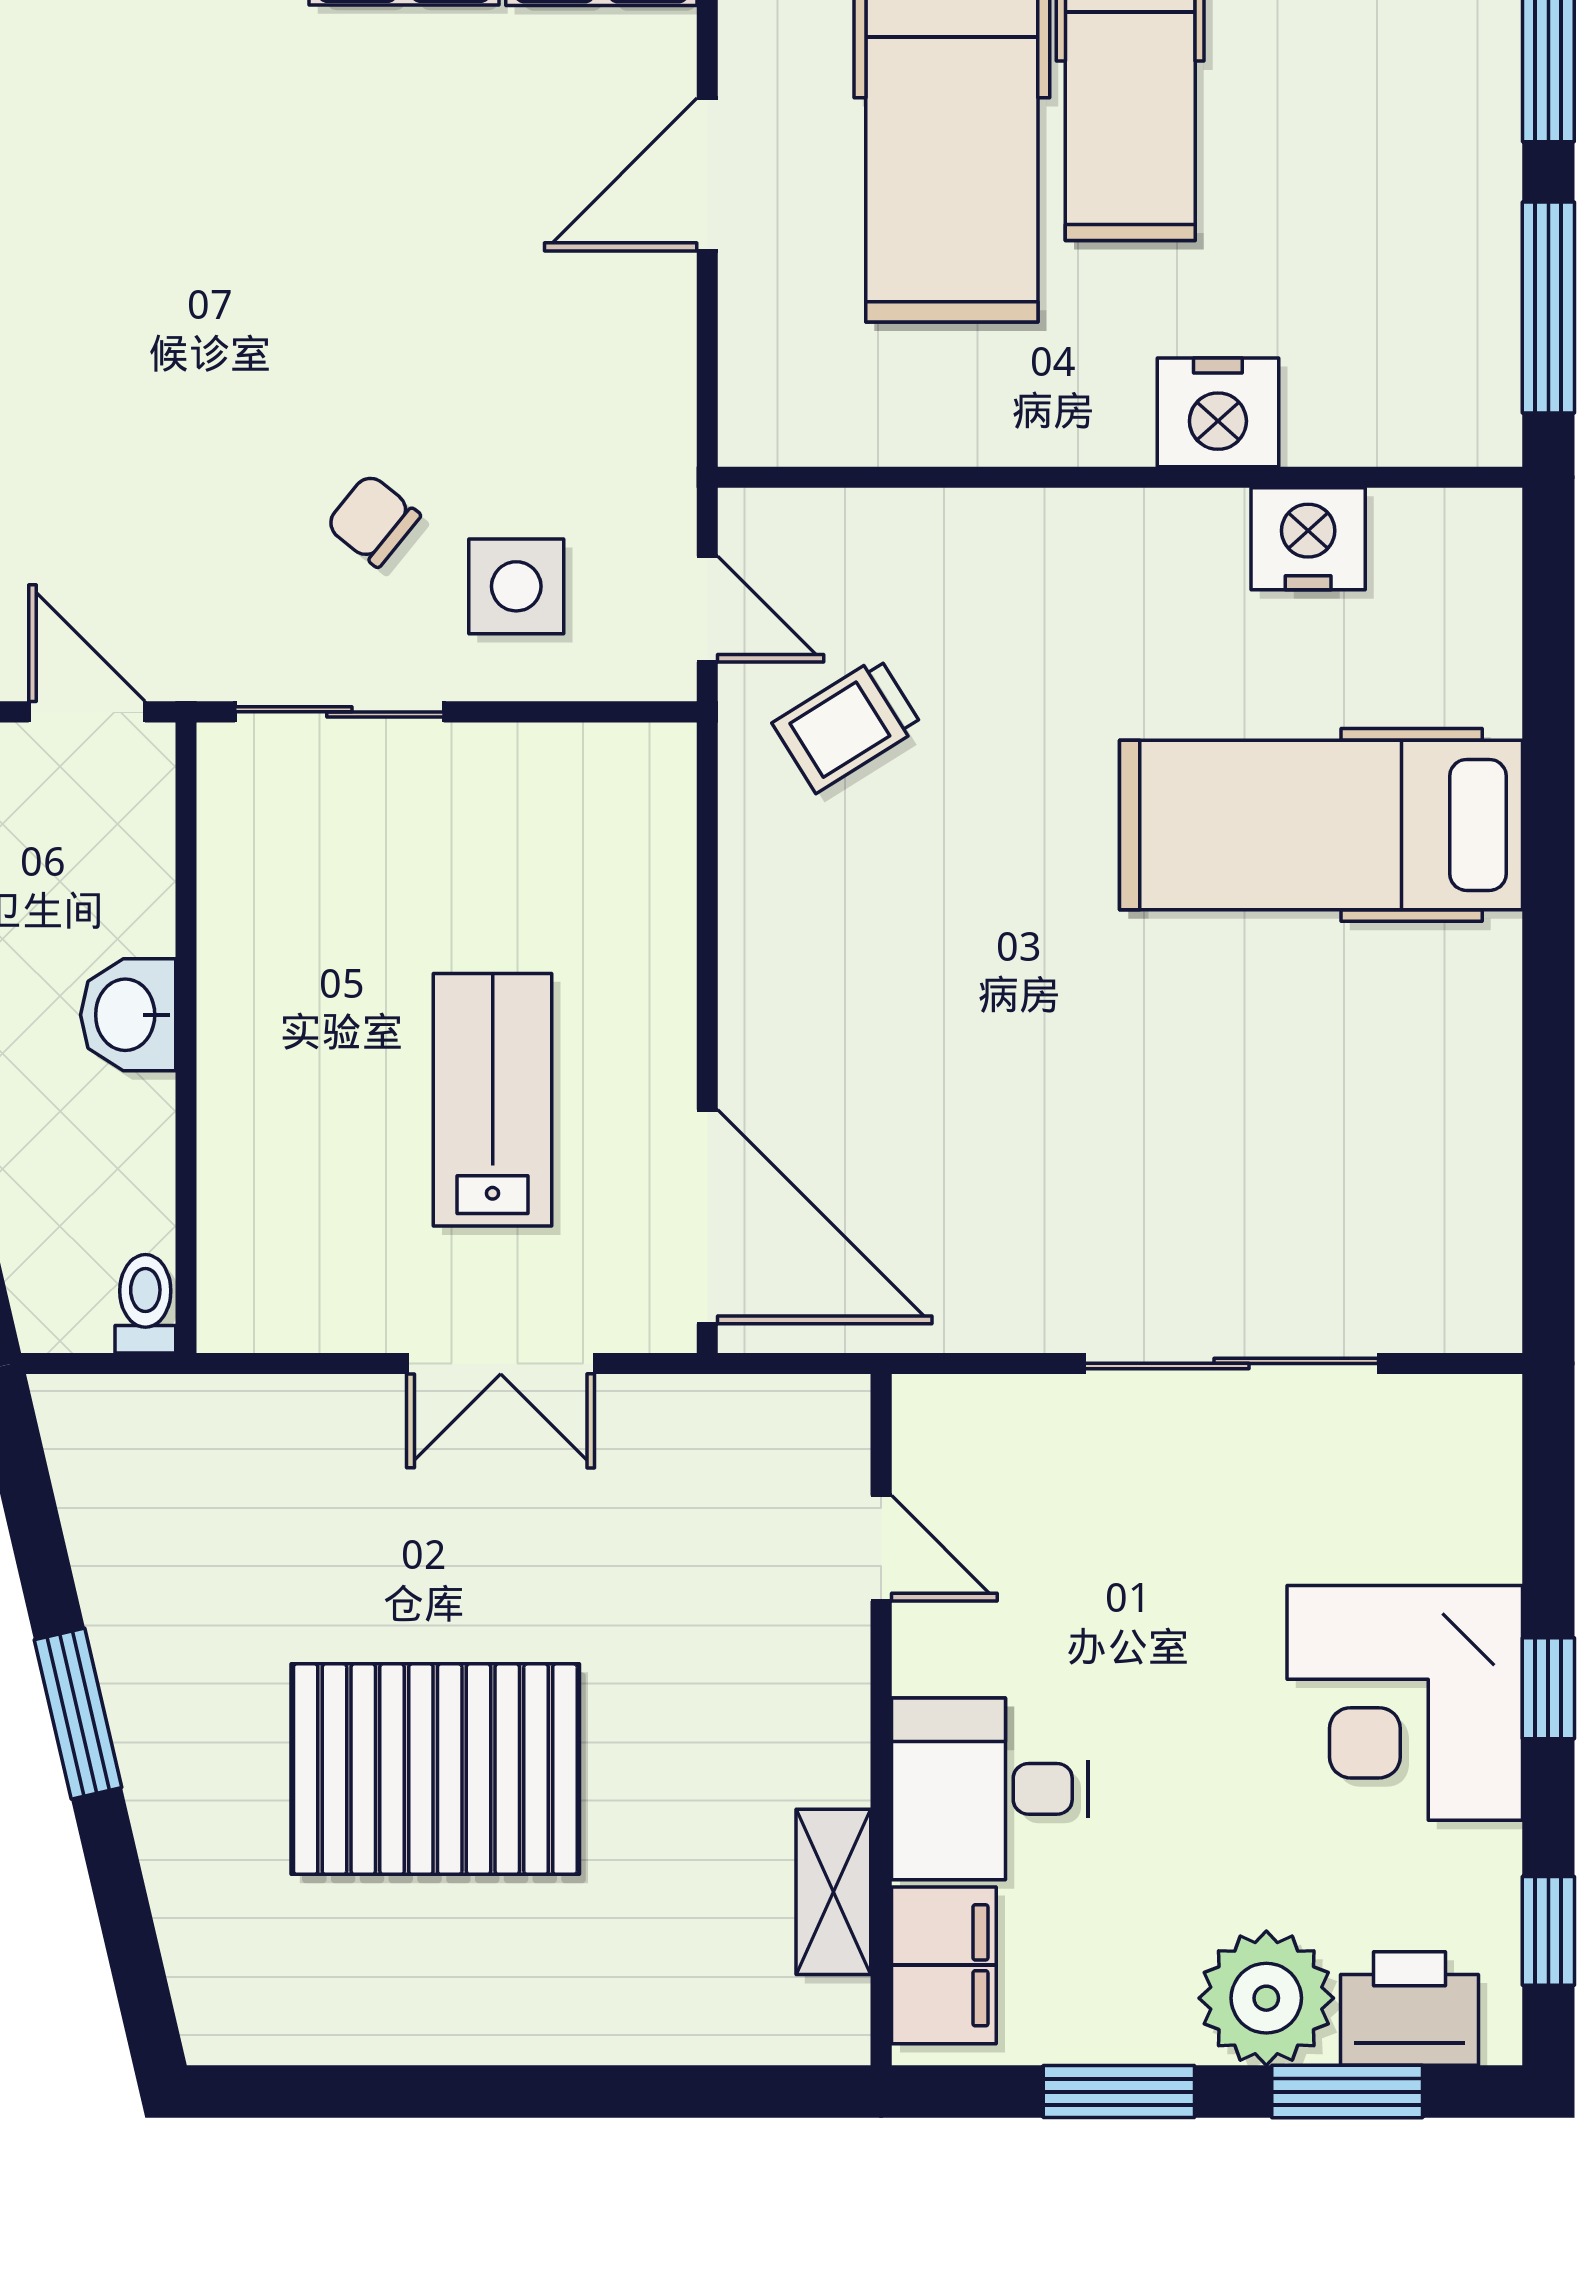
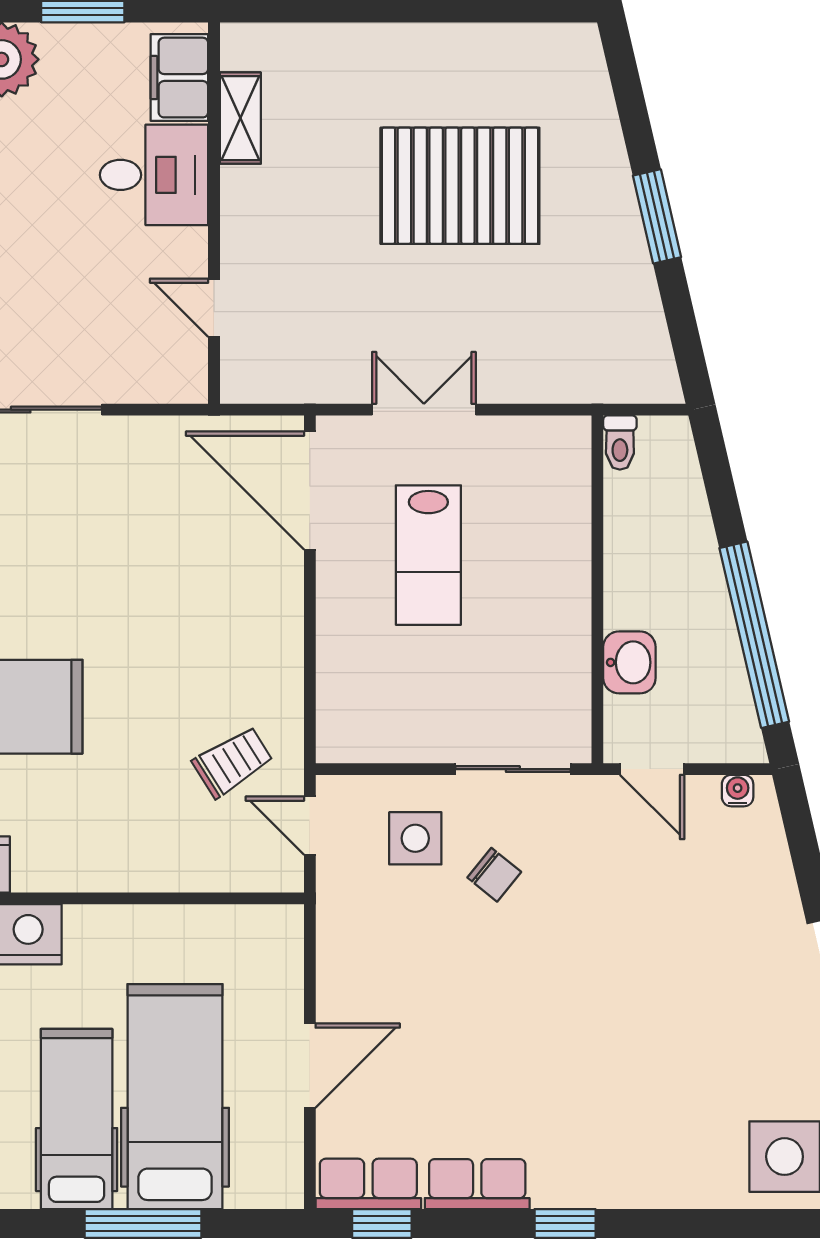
washbasin: (128, 1015) -> (629, 662), moved

